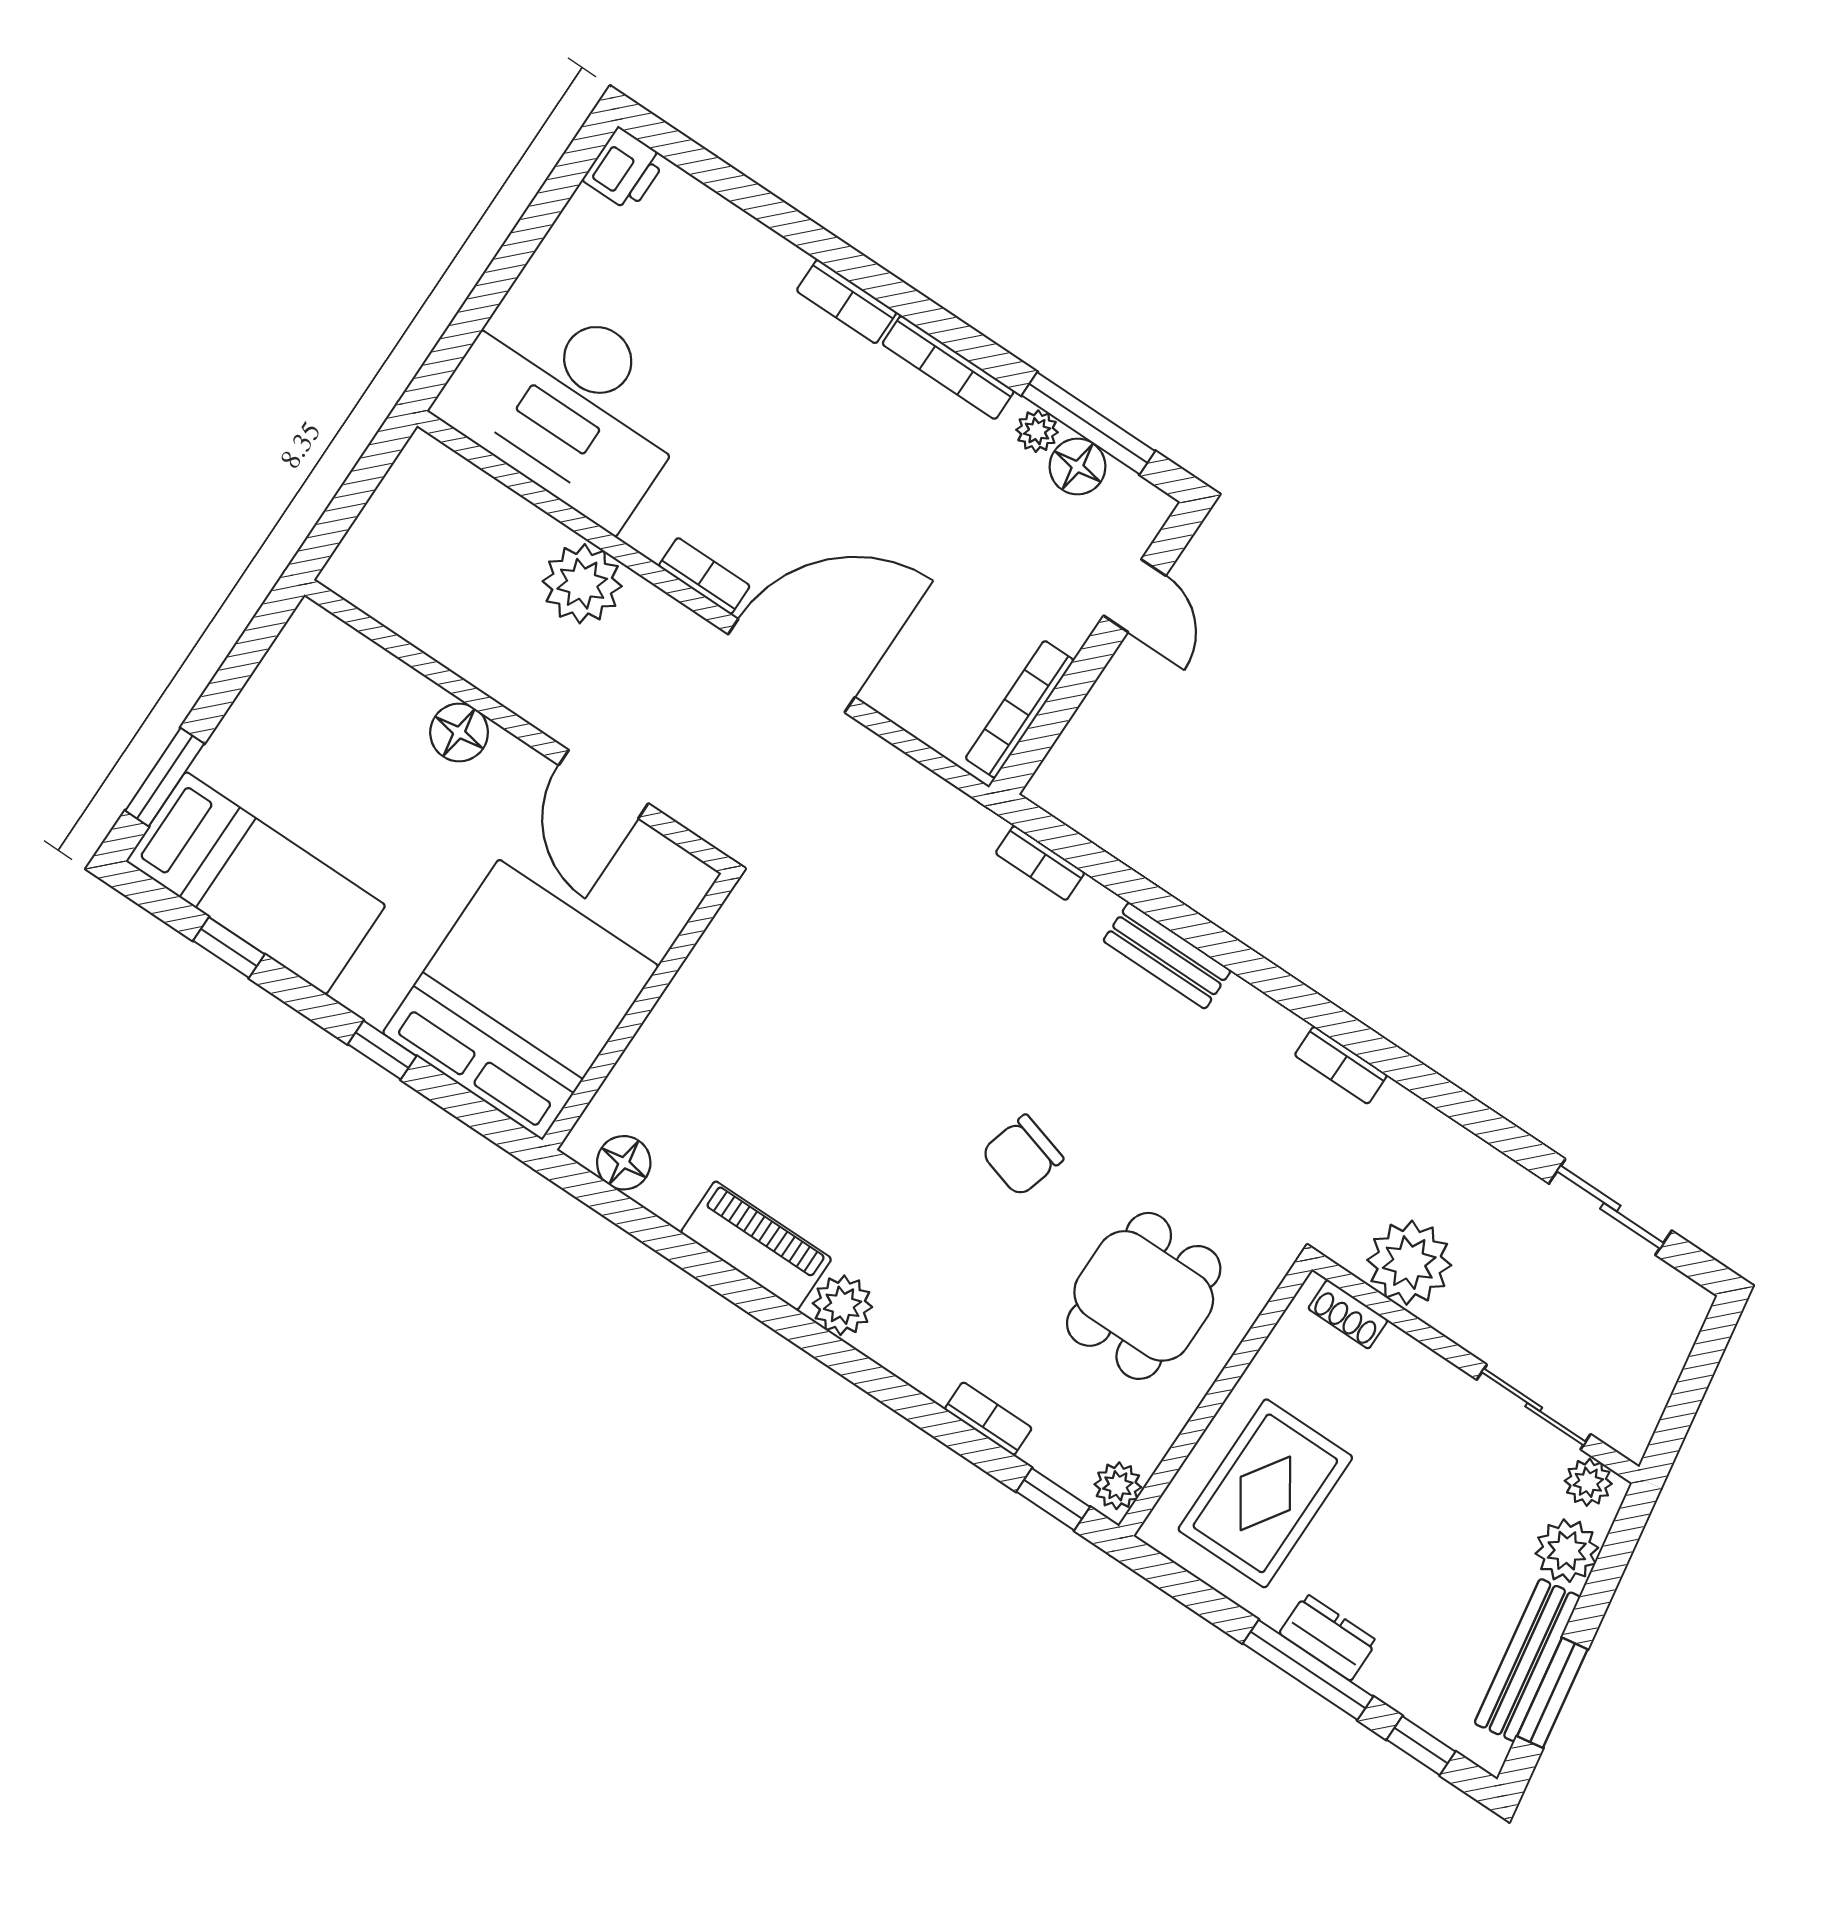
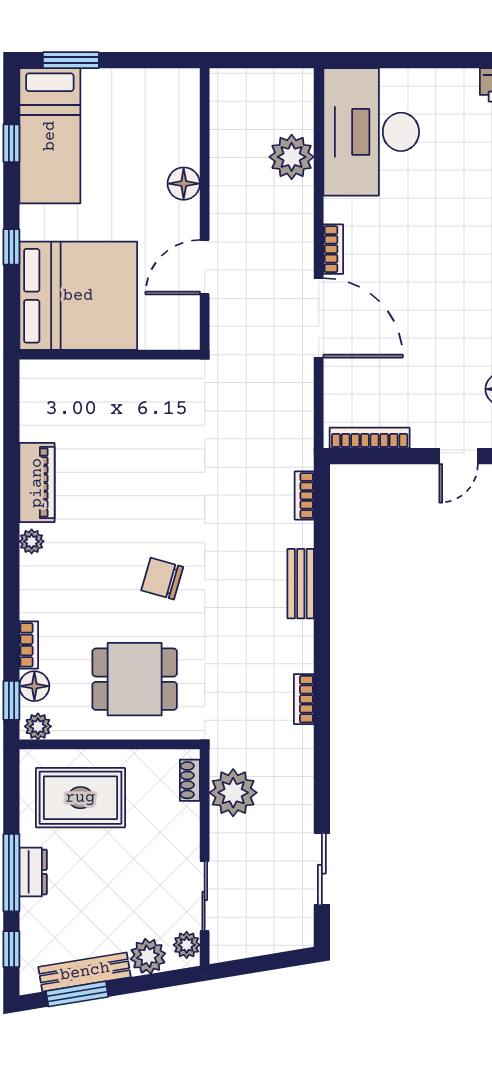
plant: (582, 584) -> (292, 157), moved
floor lamp: (624, 1163) -> (34, 686), moved
plant: (842, 1305) -> (32, 541), width x0.73, depth x0.73

